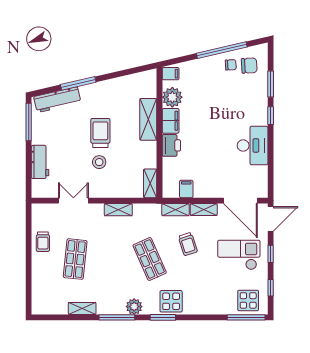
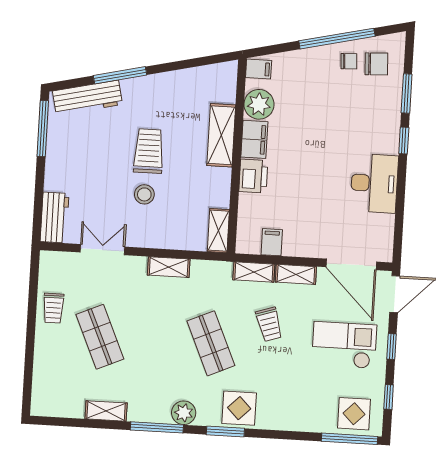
workbench: (40, 162) -> (55, 218), moved
shop shelf: (75, 259) -> (100, 337), turned -30

